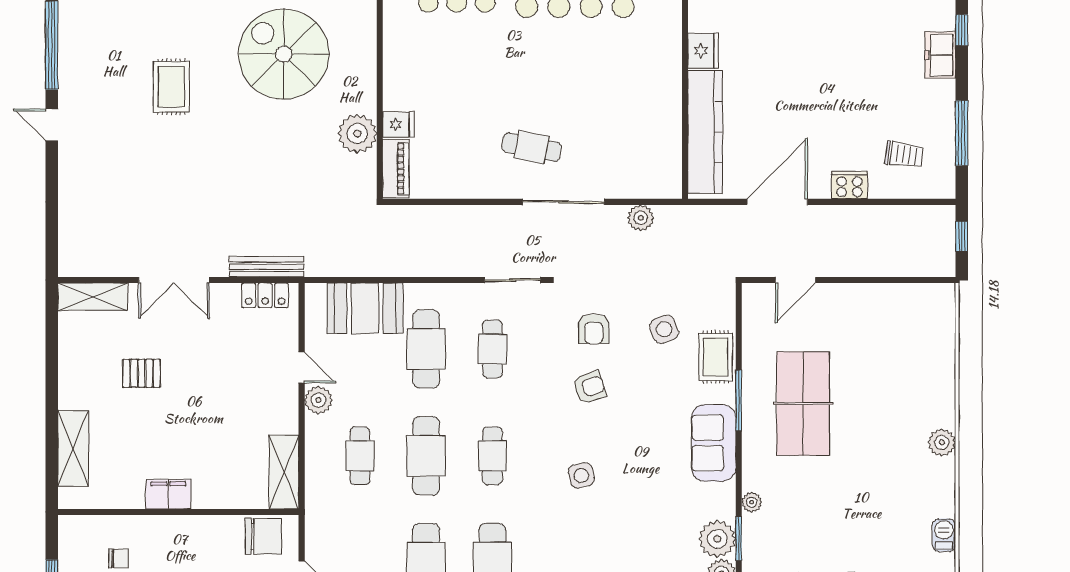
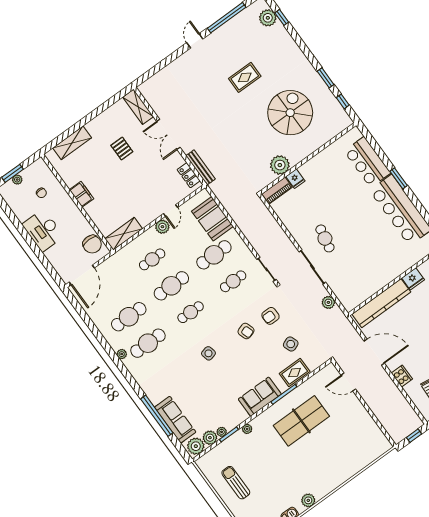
plant: (942, 442) -> (308, 500), moved
plant: (717, 539) -> (222, 432), width x0.53, depth x0.53

